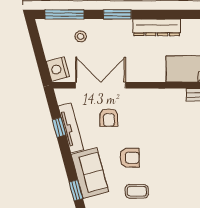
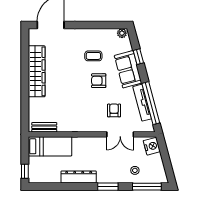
double door: (101, 85) -> (120, 134), width x0.73
window: (59, 127) -> (151, 103), width x3.17

